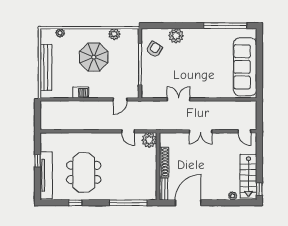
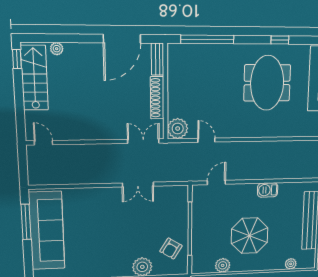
window: (259, 74) -> (26, 222), added
double door: (201, 131) -> (143, 141), moved

